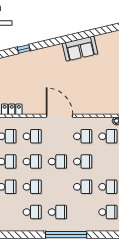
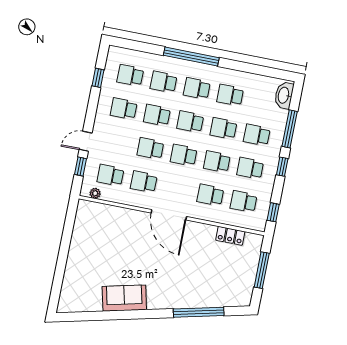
window: (24, 49) -> (199, 312), width x3.17
school desk: (57, 187) -> (190, 122), added
school desk: (83, 212) -> (164, 82), added

